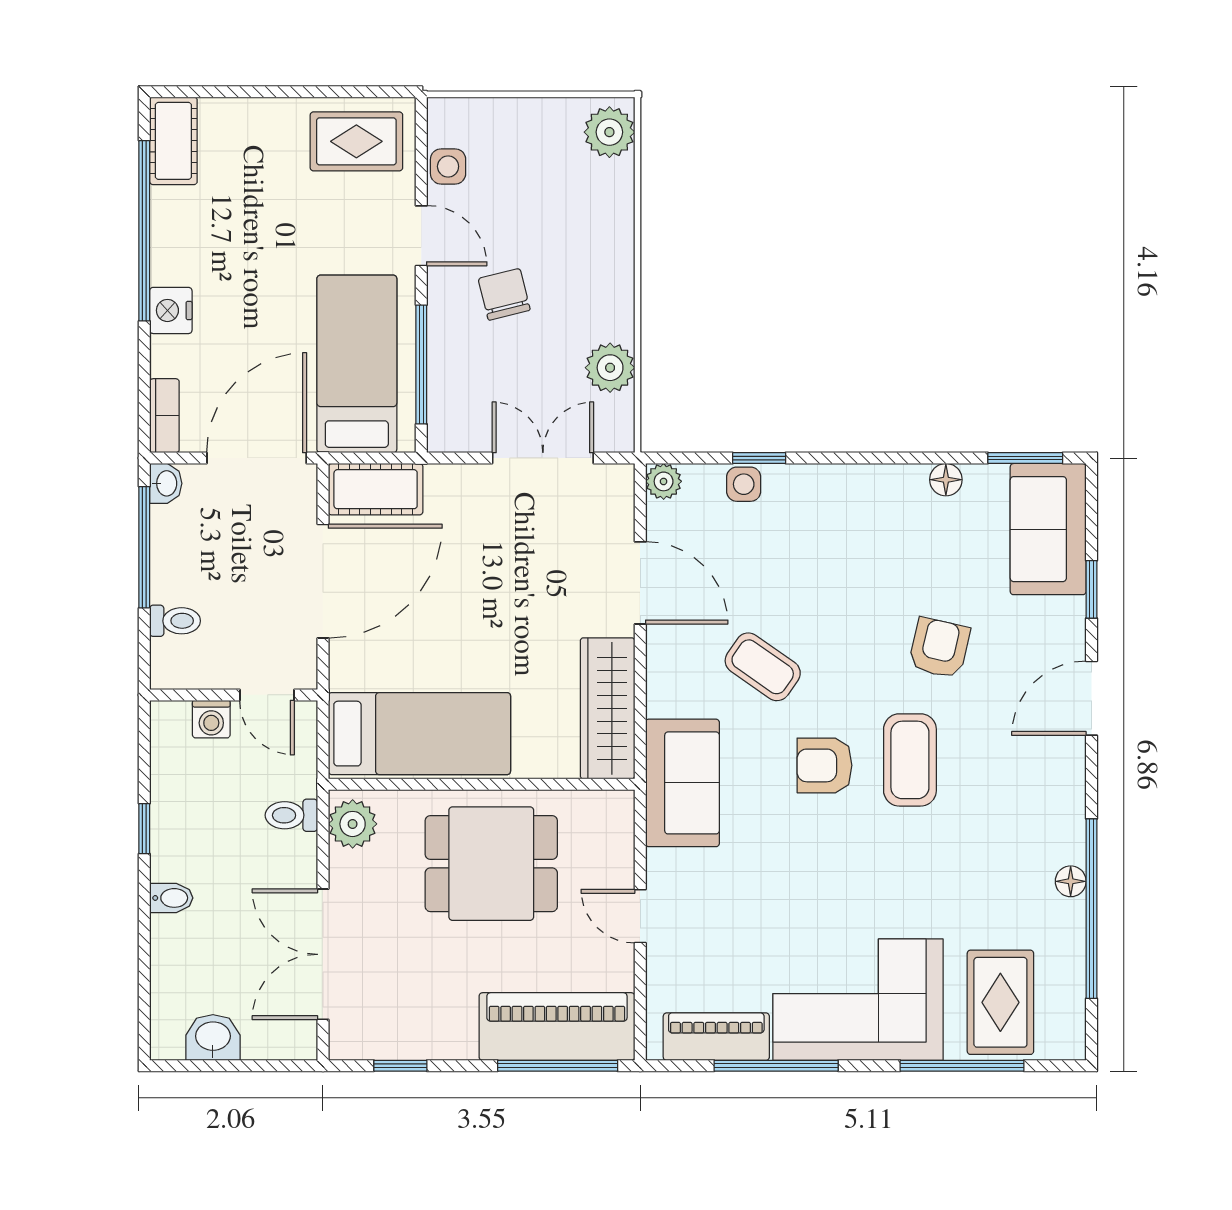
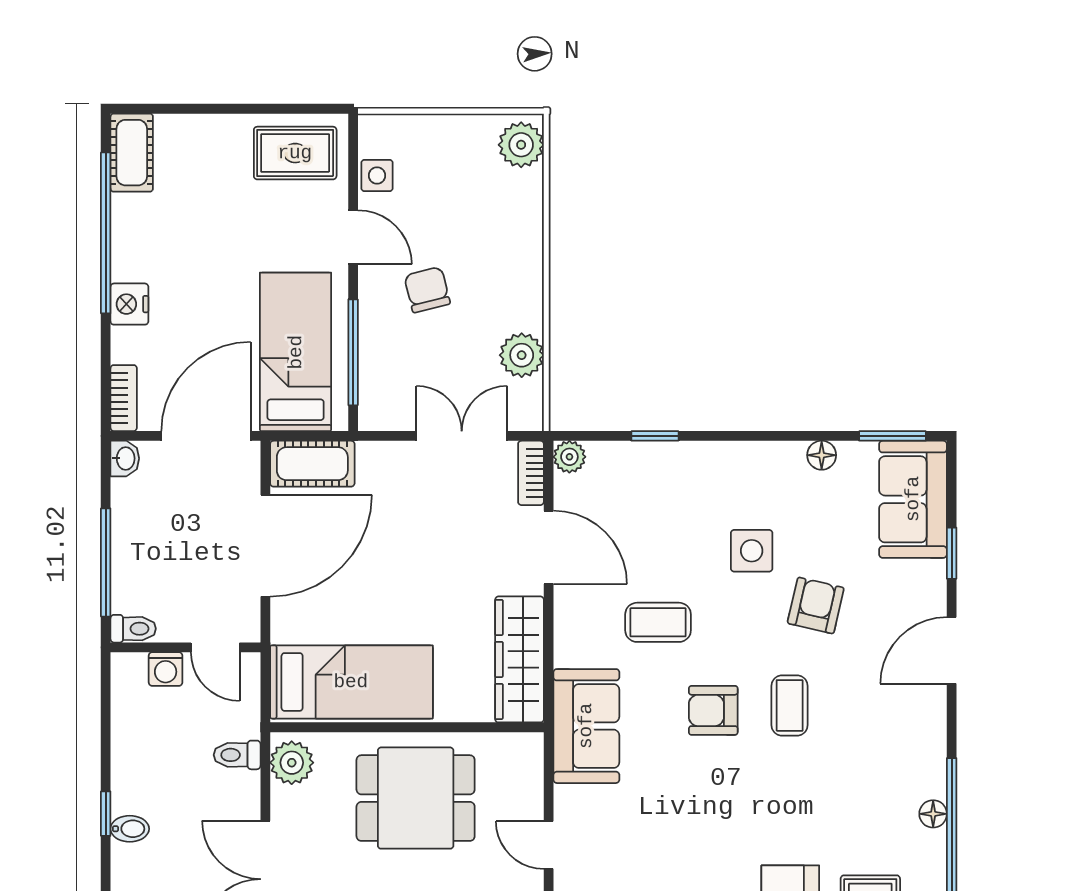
side table: (744, 484) -> (752, 551), moved, width x1.37, depth x1.37
bookcase: (620, 499) -> (531, 473), added
window: (144, 547) -> (106, 562), moved
toilet: (175, 621) -> (133, 629), moved
coffee table: (763, 667) -> (658, 622), turned -35
coffee table: (910, 760) -> (790, 706), width x0.73, depth x0.77
window: (144, 829) -> (106, 814), moved

